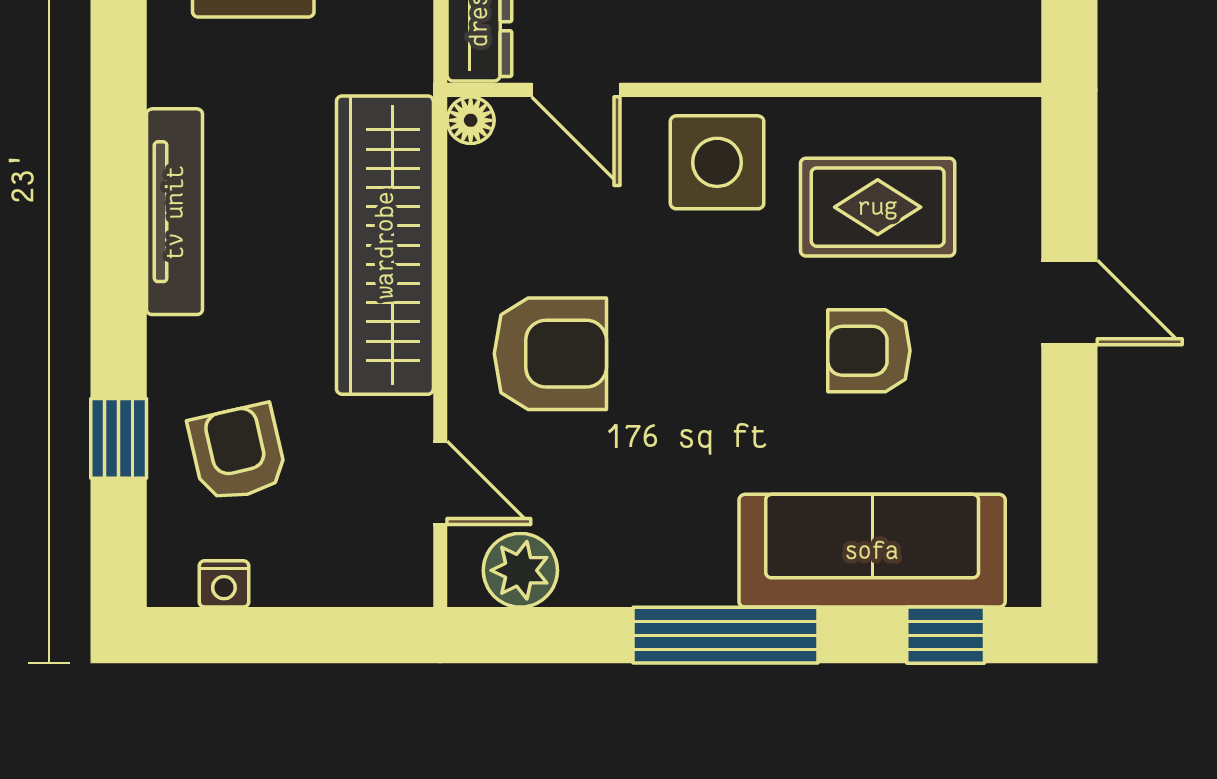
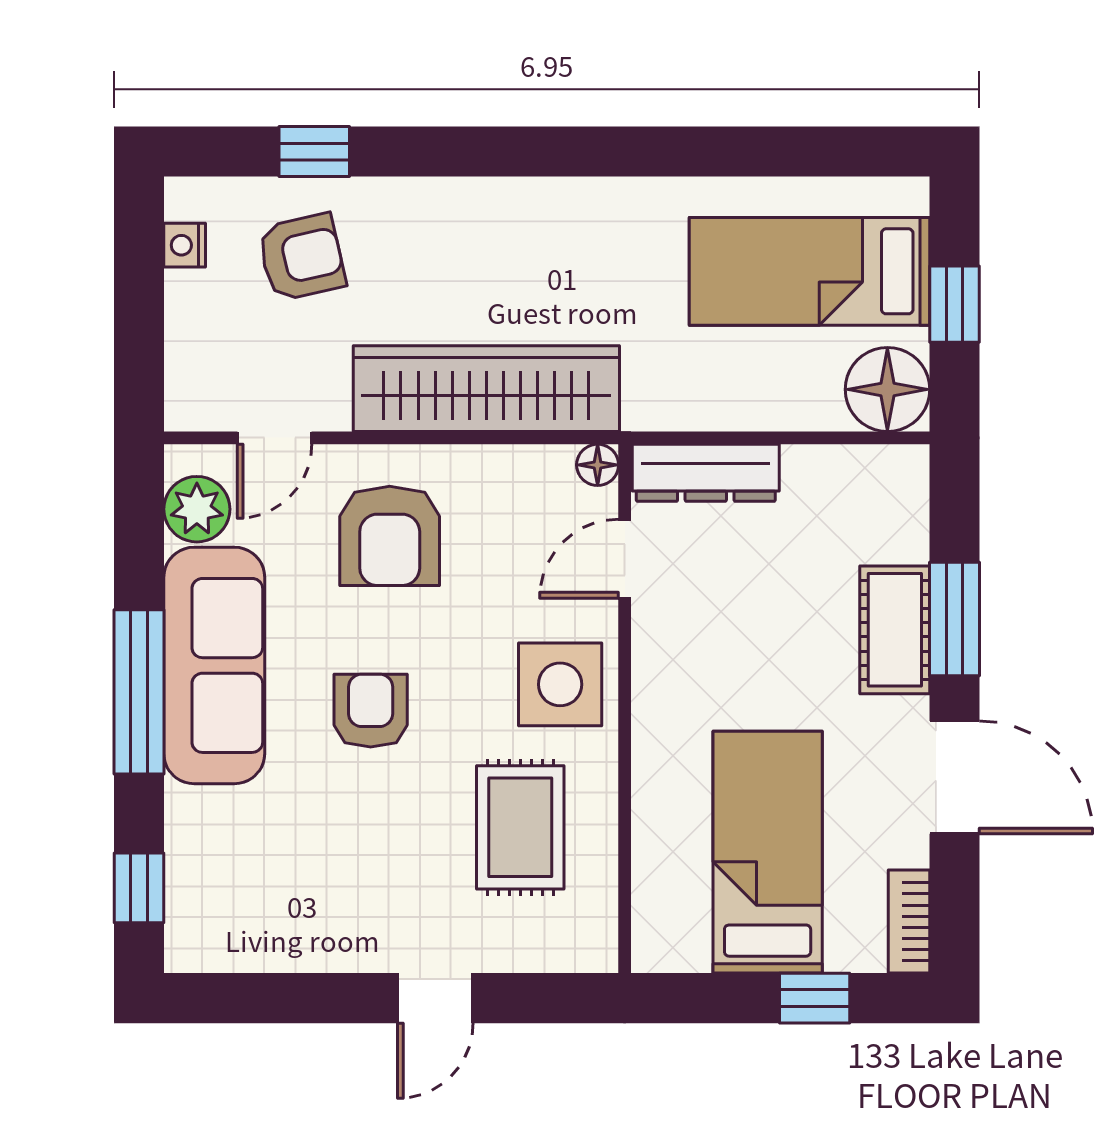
tv unit: (175, 212) -> (516, 201), removed
armchair: (869, 351) -> (371, 711), moved
sofa: (872, 551) -> (214, 665), moved

